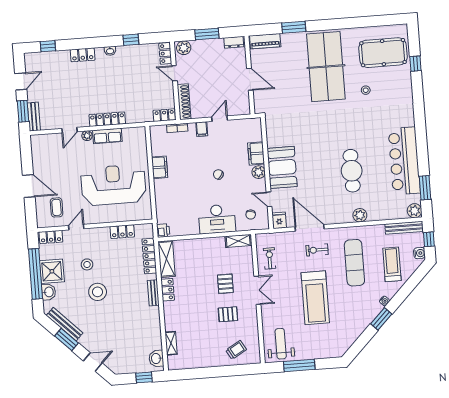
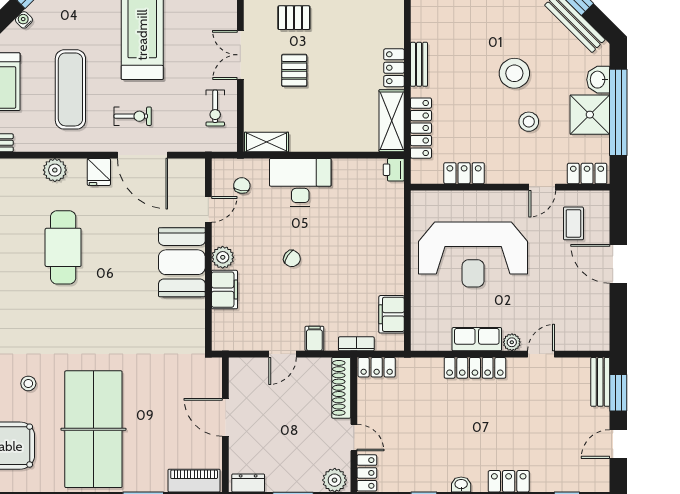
filing cabinet: (160, 167) -> (392, 314), moved
door: (269, 199) -> (208, 209), hinge flipped
fridge: (279, 220) -> (99, 172), moved

